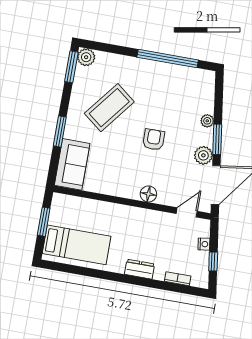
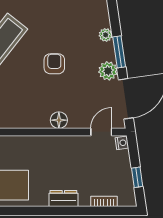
nightstand: (204, 244) -> (122, 143), moved

